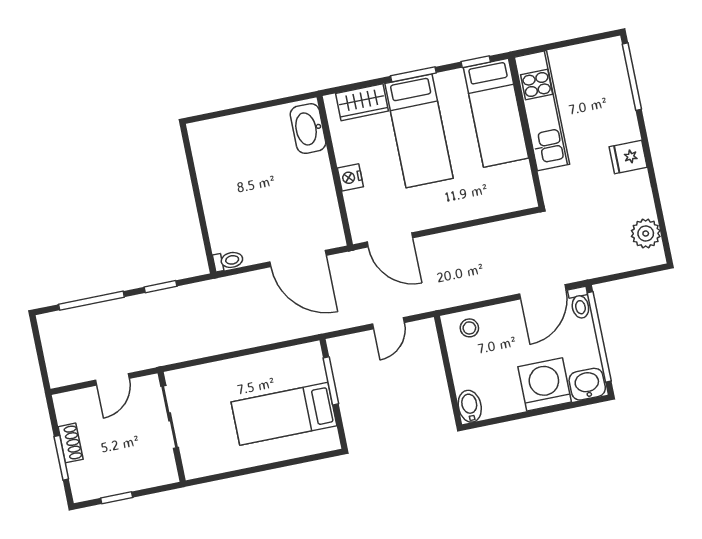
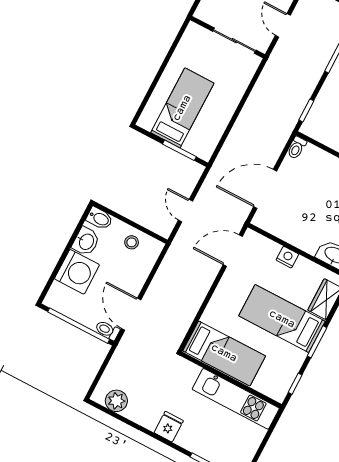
bed: (496, 113) -> (224, 353), moved, turned 180
window: (161, 287) -> (306, 110), moved
stool: (469, 328) -> (132, 242), moved
washbasin: (587, 384) -> (86, 241), moved

